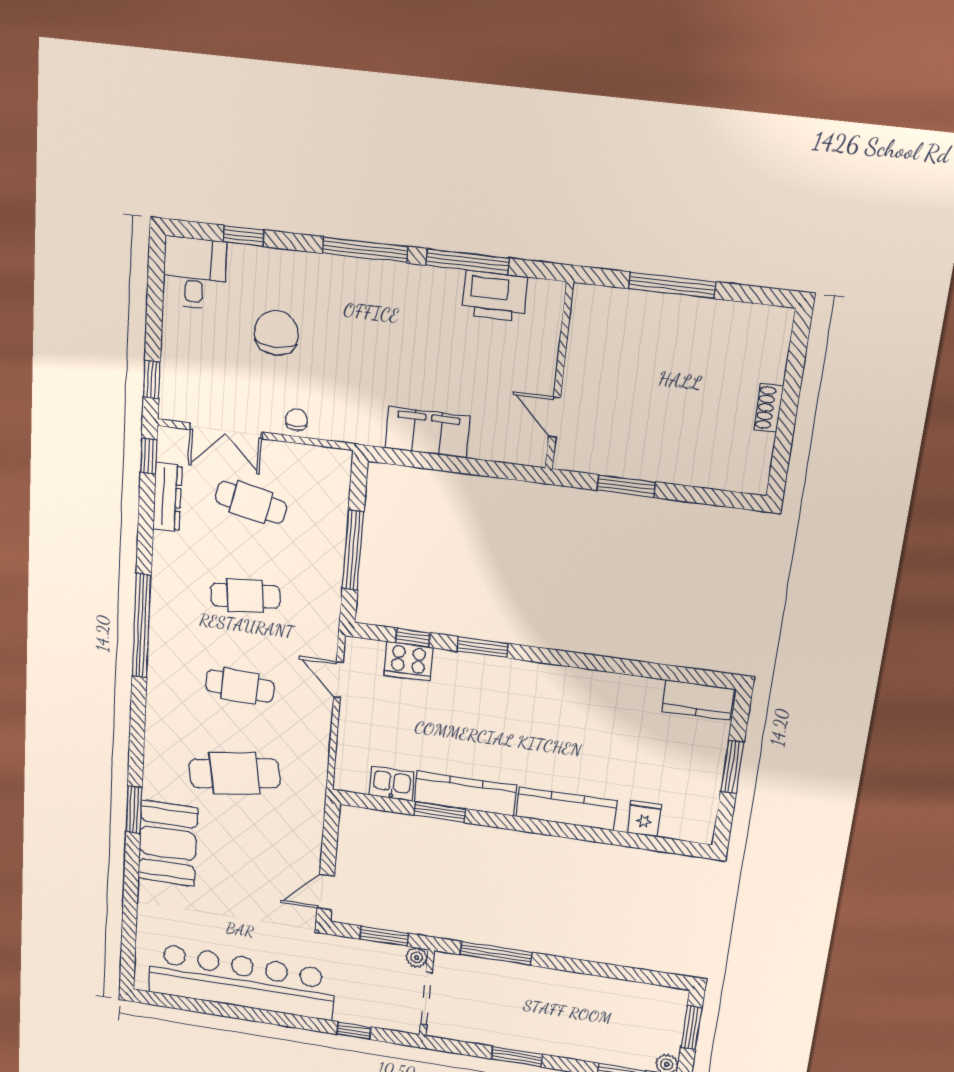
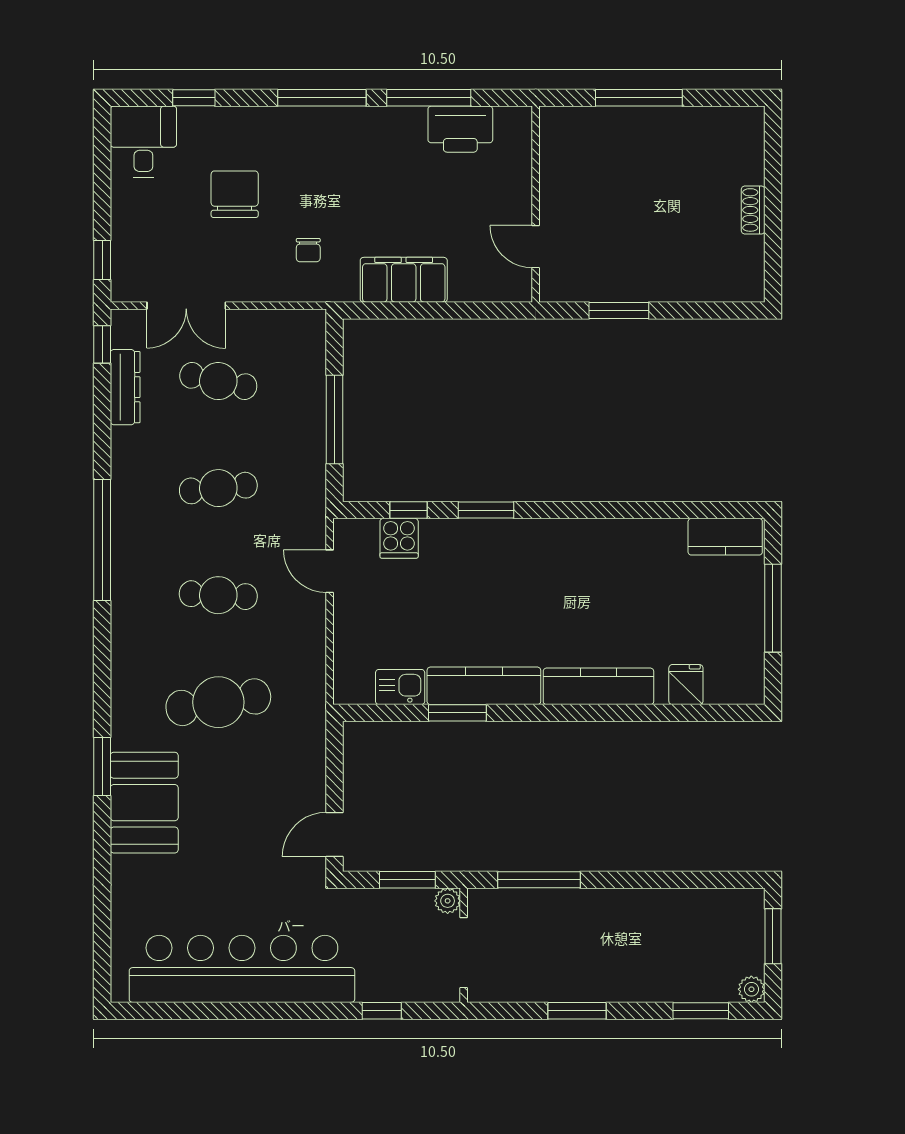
chair: (297, 420) -> (308, 250), moved, turned 180
cooker: (408, 661) -> (399, 538), width x0.73
window: (732, 767) -> (773, 608), width x1.44

